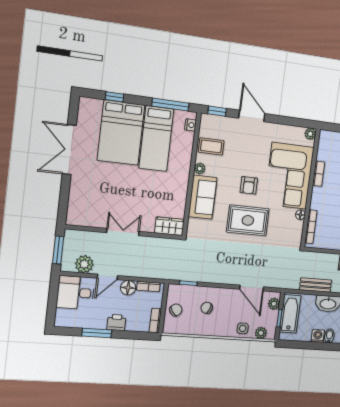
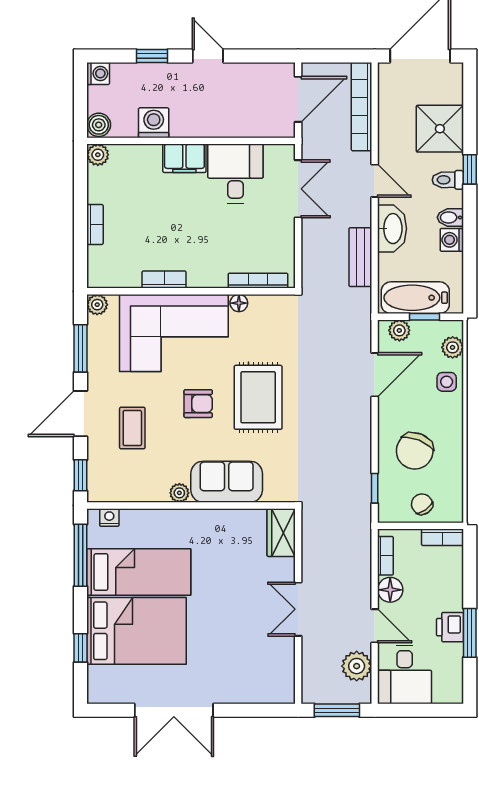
window: (288, 121) -> (81, 348), added
coffee table: (211, 146) -> (132, 428), moved
chair: (207, 308) -> (415, 451), width x1.87, depth x1.87
printer: (116, 322) -> (450, 627), moved

